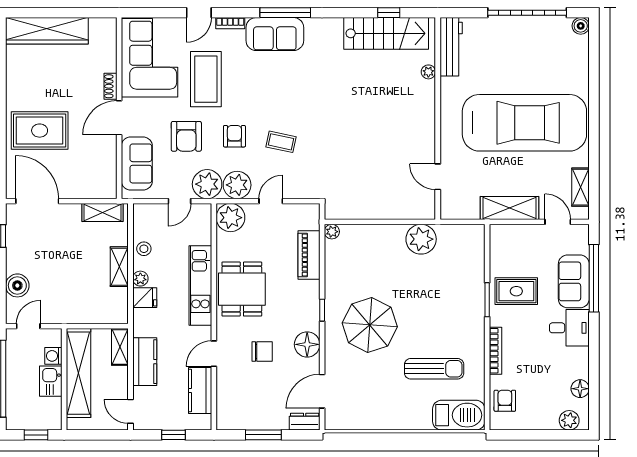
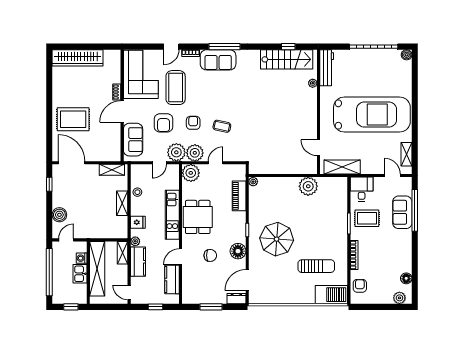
shelving: (510, 208) -> (342, 167), moved
plant: (140, 279) -> (135, 241), moved
desk: (569, 328) -> (362, 189), moved, turned -90

